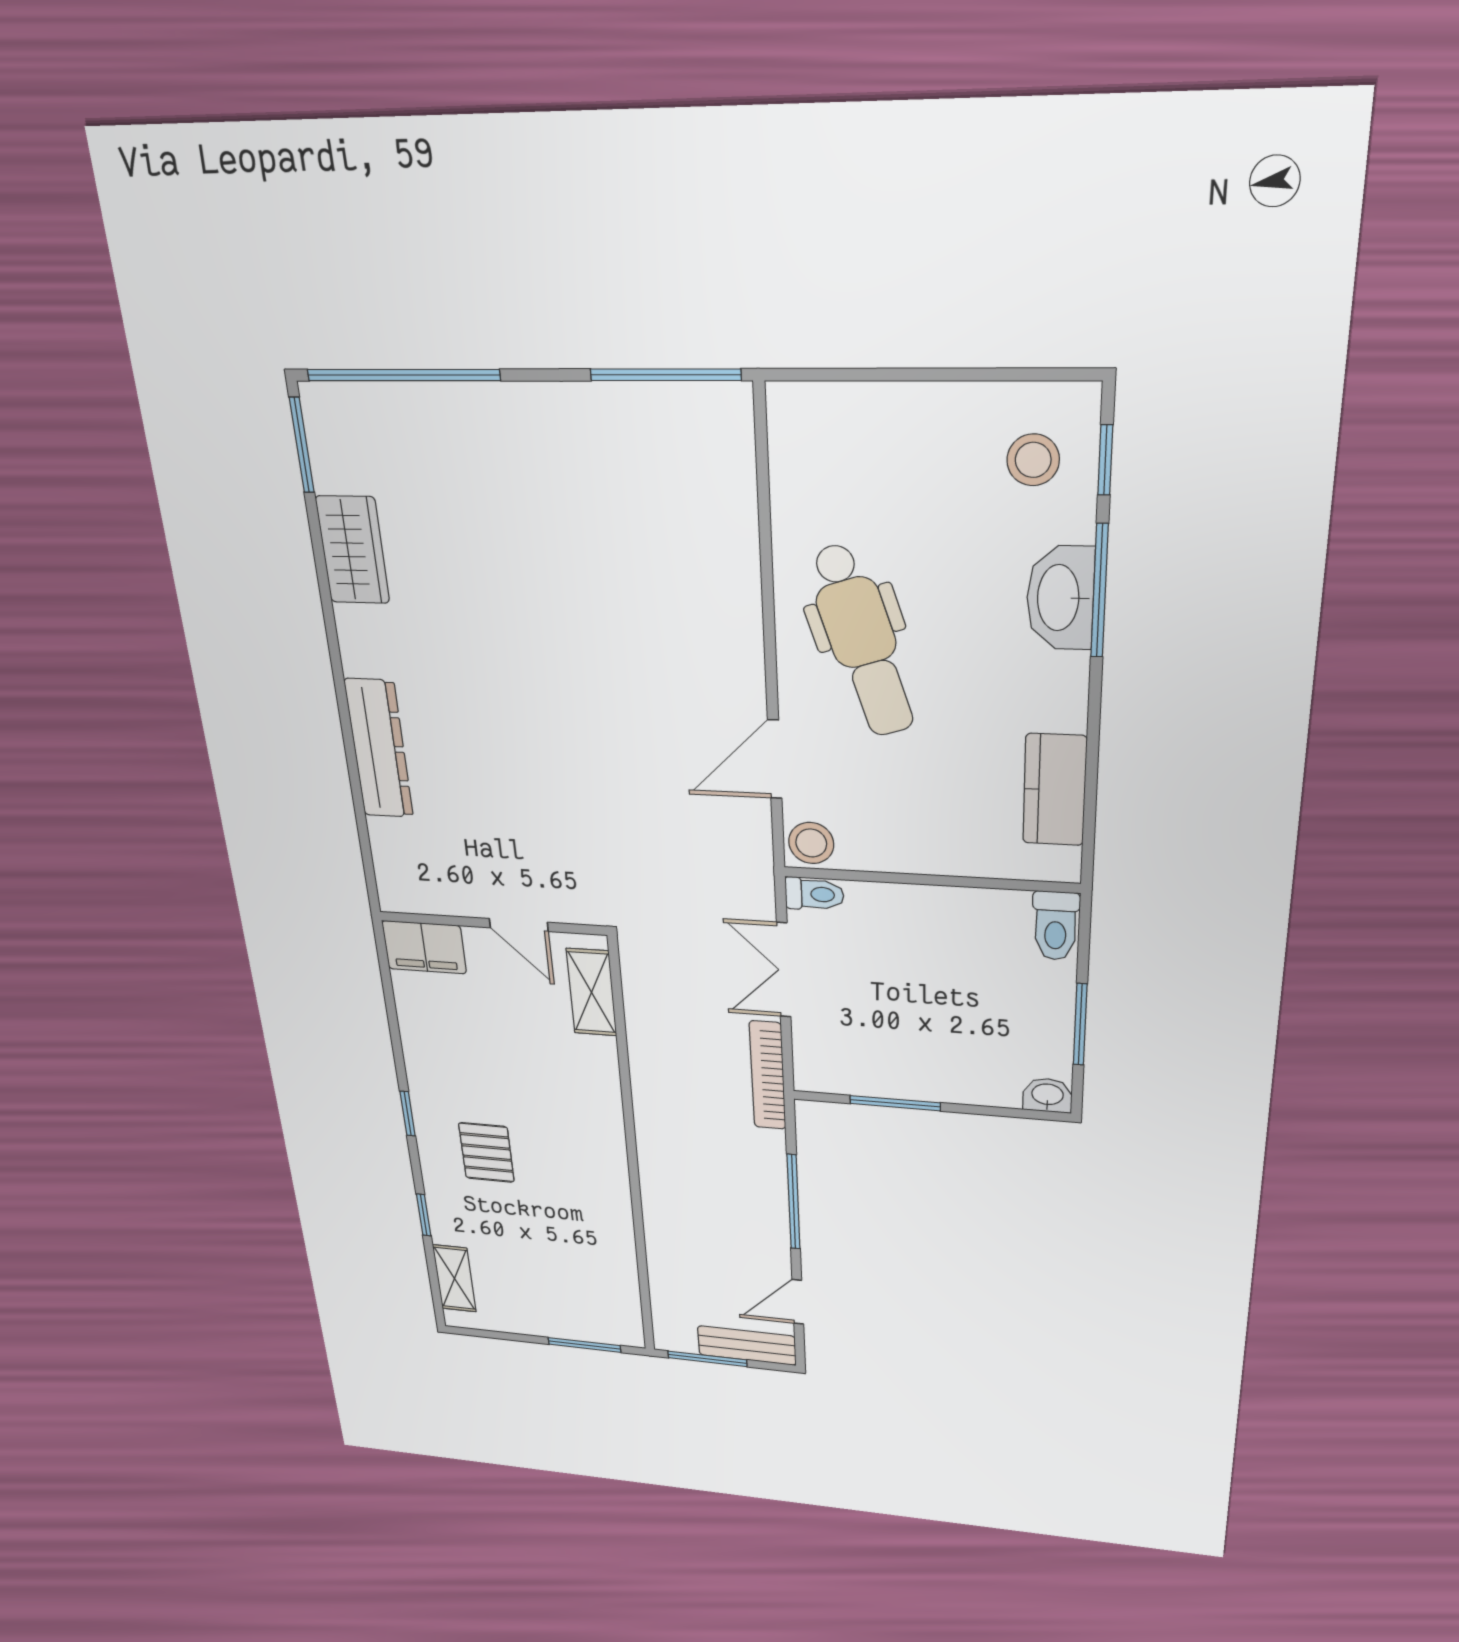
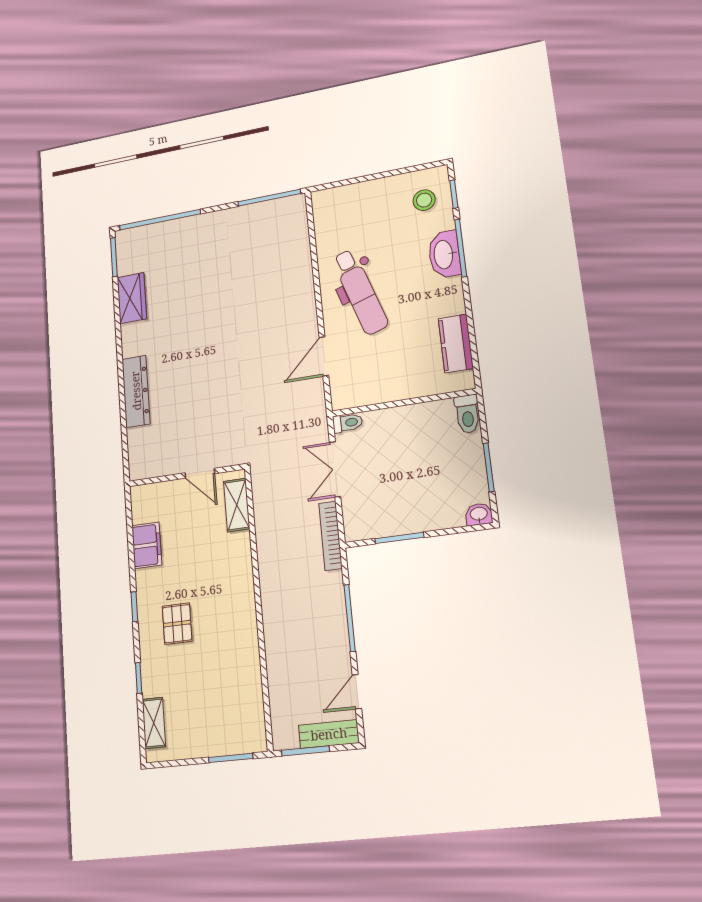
stool: (811, 843) -> (344, 396), removed
filing cabinet: (424, 947) -> (147, 545), moved, turned -90

